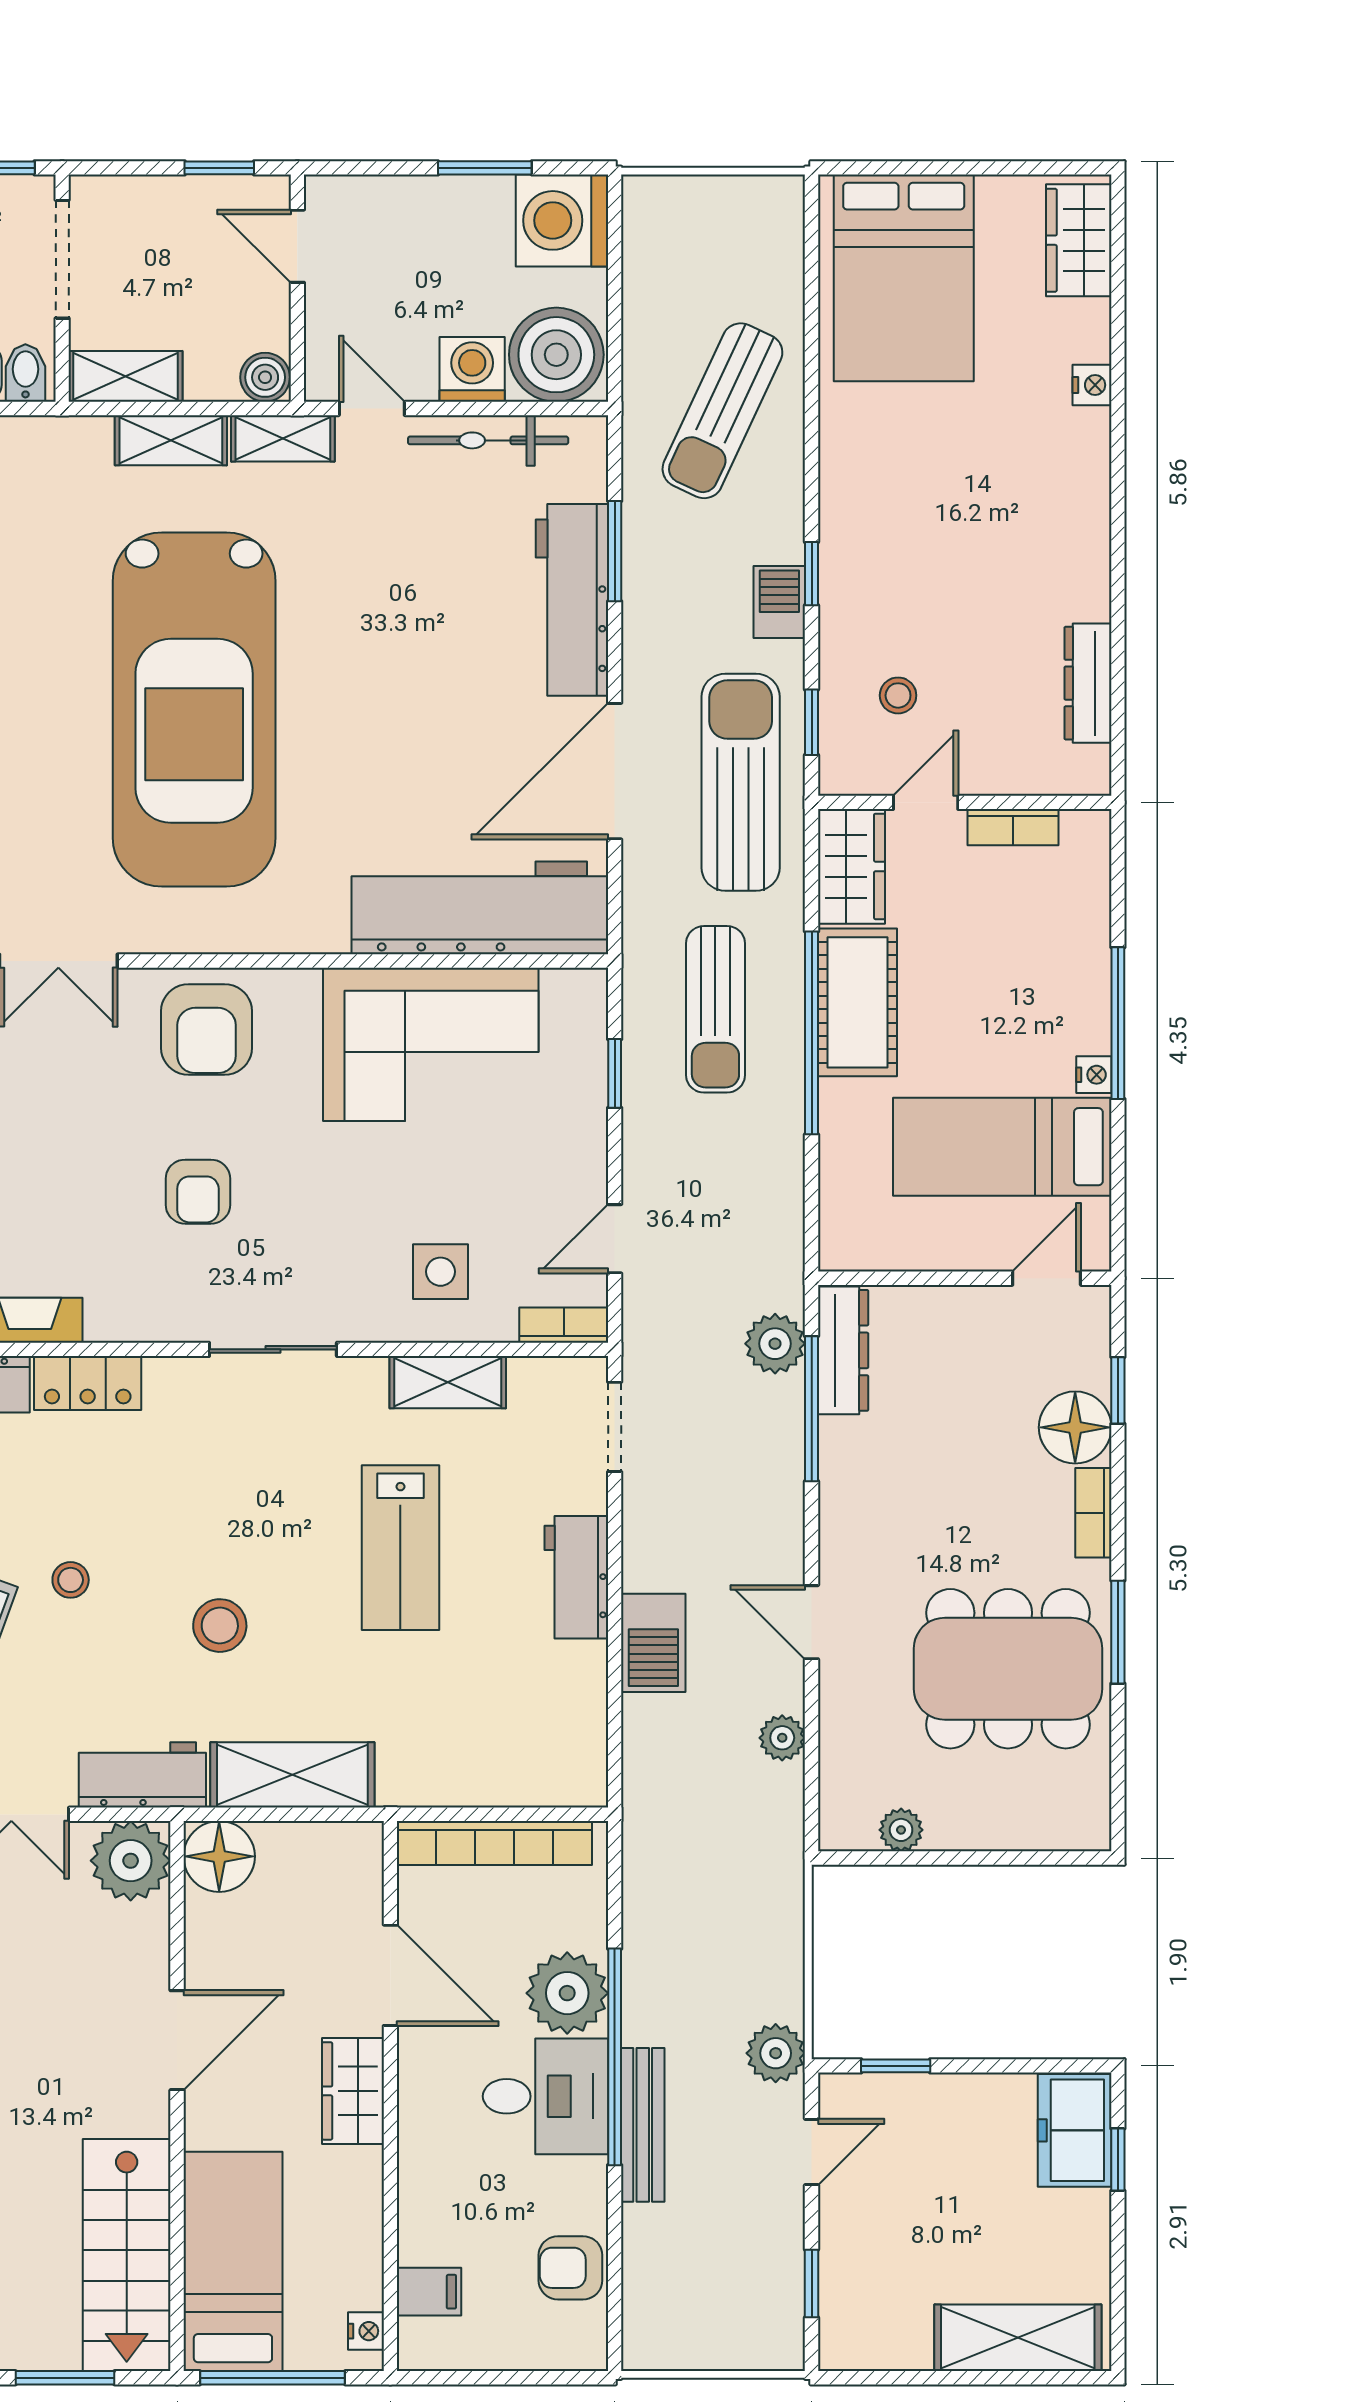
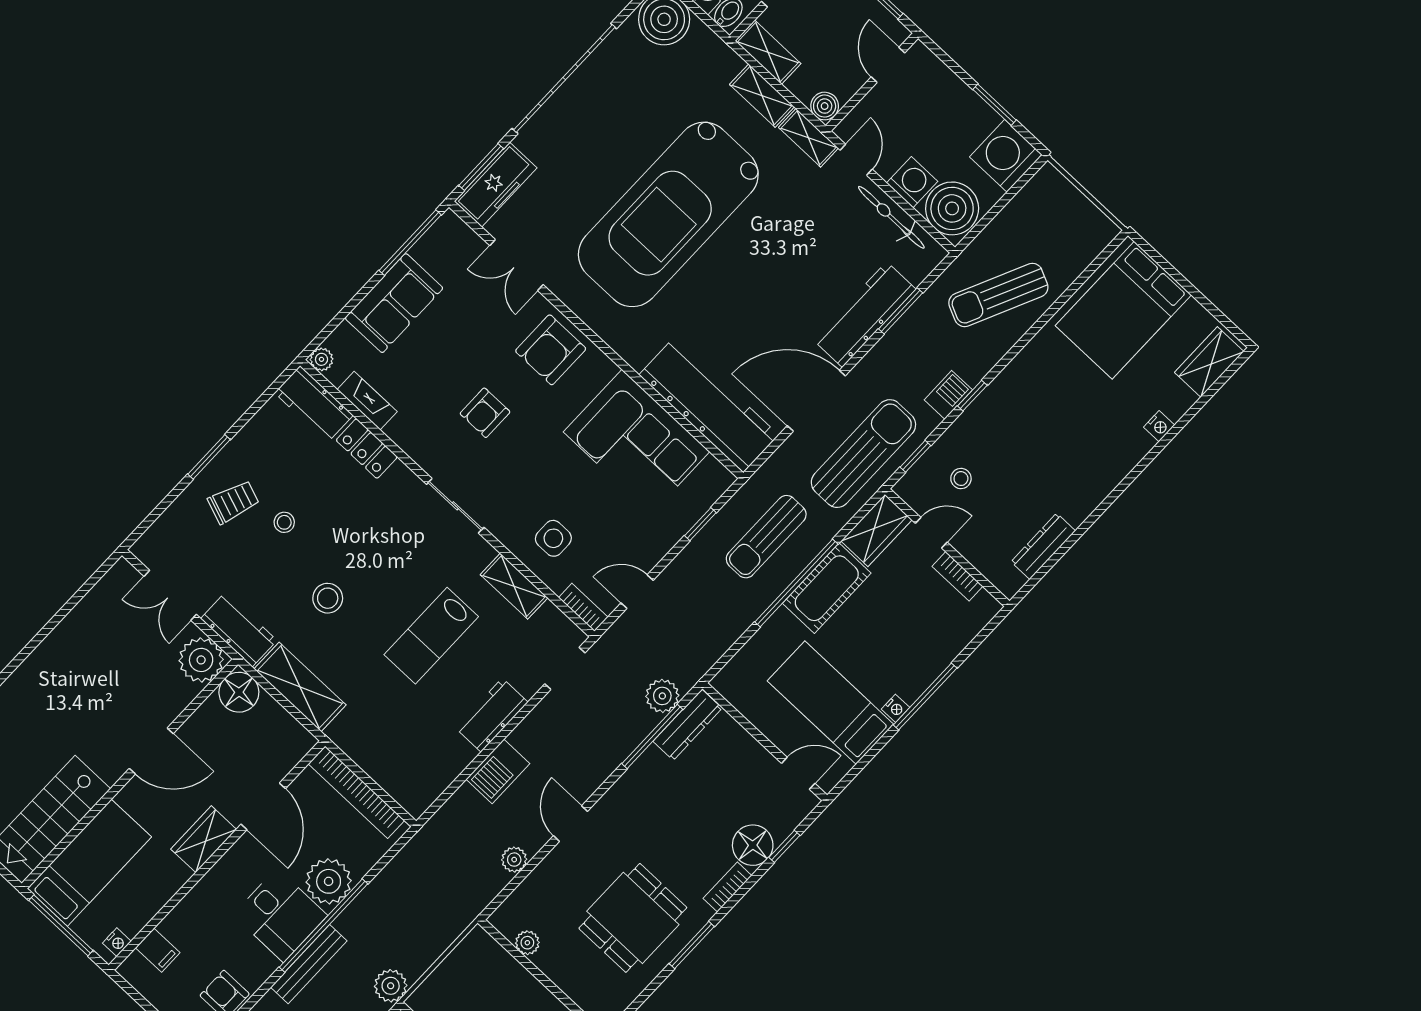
dining table: (1008, 1669) -> (633, 918), width x0.73

